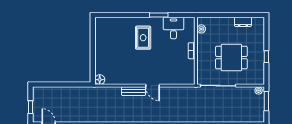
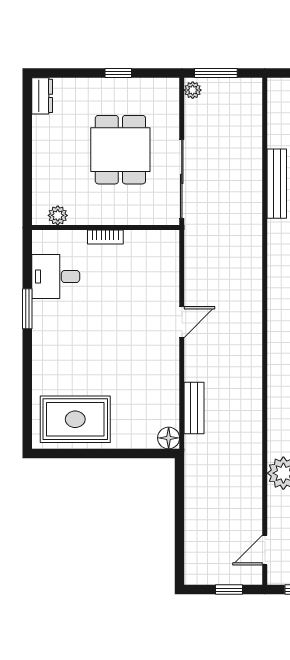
dresser: (243, 22) -> (42, 96), moved
rug: (143, 38) -> (75, 419), moved, width x1.36, depth x1.43
bench: (134, 91) -> (194, 408), moved

